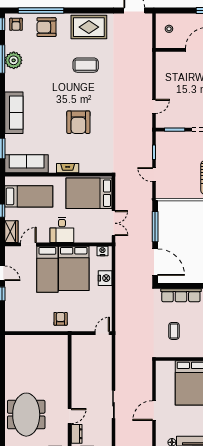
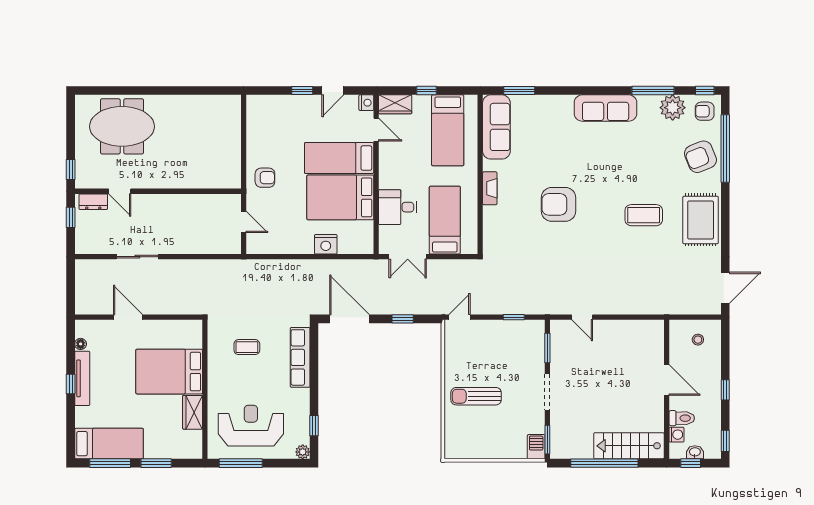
armchair: (46, 27) -> (700, 157), turned -112
plant: (14, 60) -> (673, 108), moved
coffee table: (86, 65) -> (644, 215), turned 90
sofa: (14, 113) -> (606, 108), moved
door: (154, 175) -> (460, 317), moved
bed: (89, 193) -> (445, 220), width x0.67
window: (155, 227) -> (403, 319), width x0.46
desk: (62, 230) -> (398, 207), moved
nightstand: (102, 251) -> (366, 103), moved
door: (155, 262) -> (350, 319), swing flipped
door: (102, 333) -> (244, 222), moved

